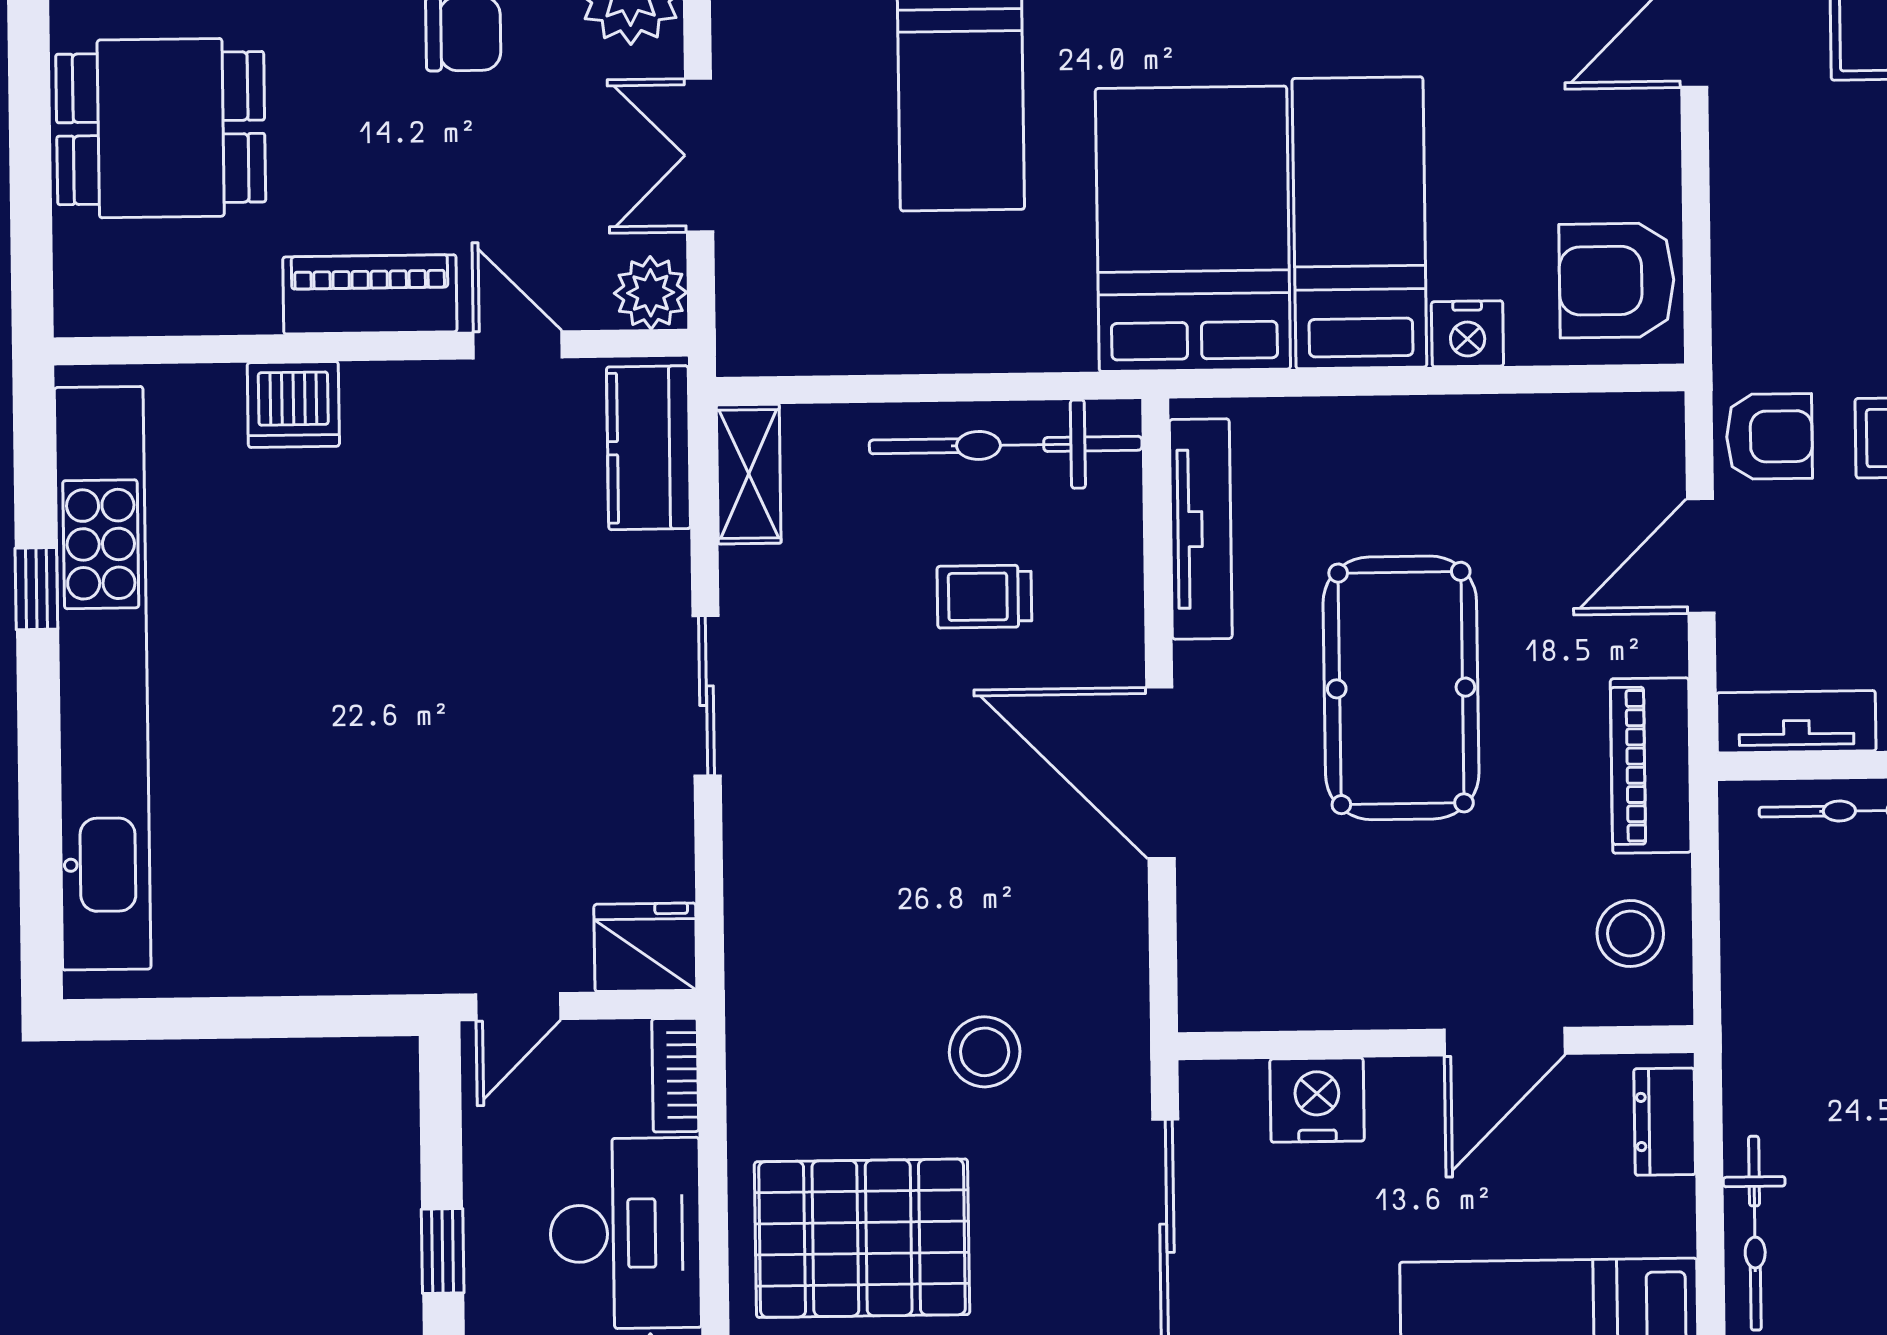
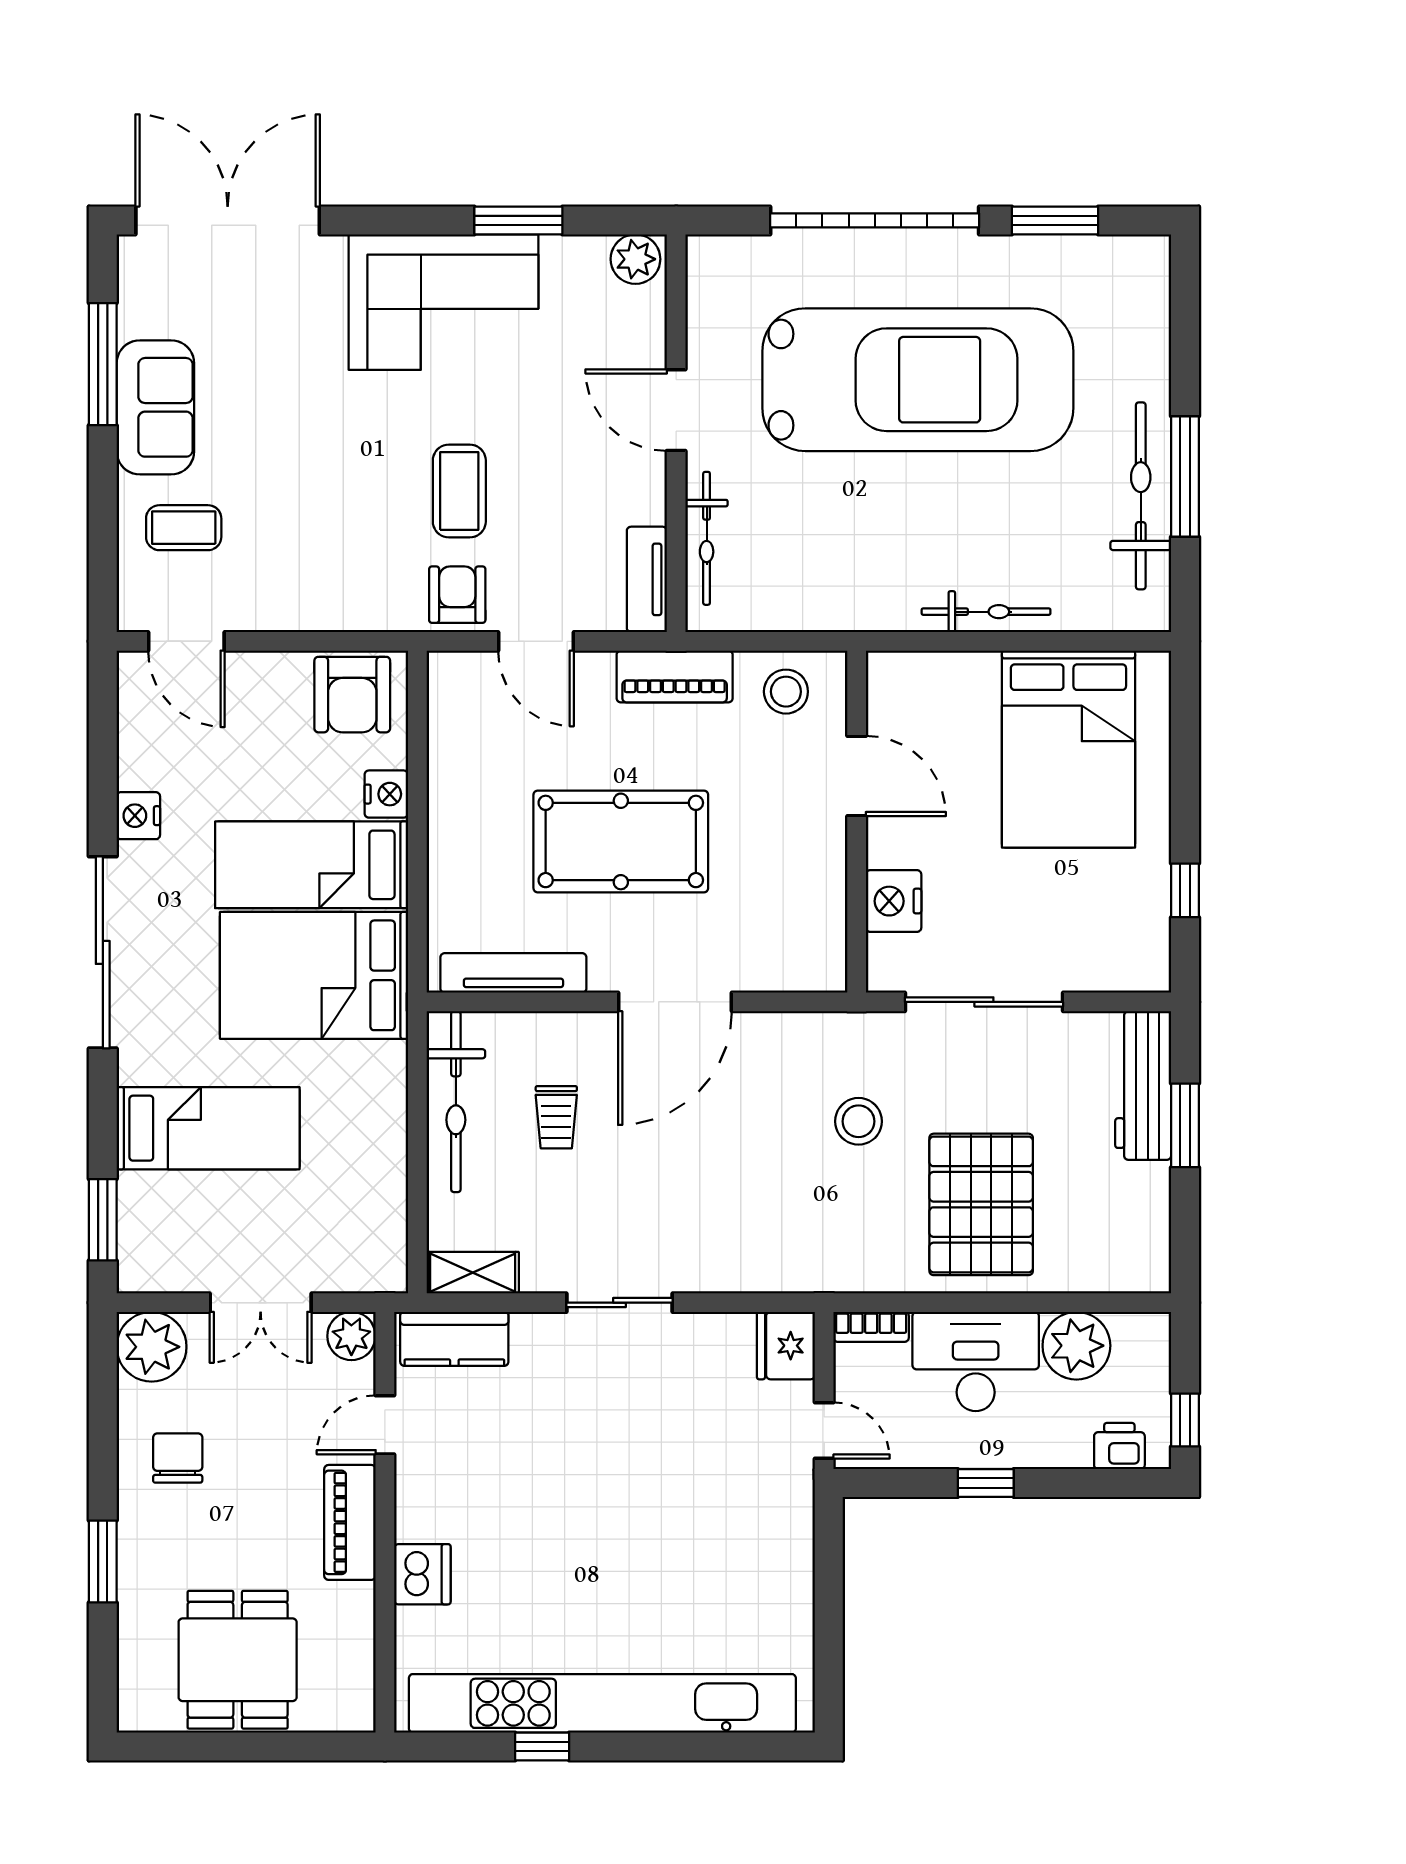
dresser: (1665, 1122) -> (911, 670), removed

